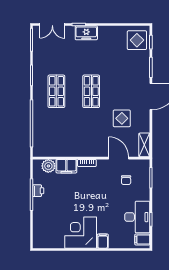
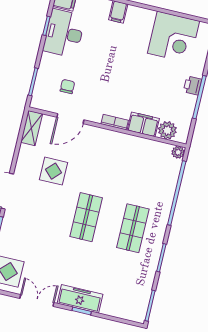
double door: (52, 25) -> (37, 300), moved
freezer: (86, 33) -> (80, 299), width x1.40
plant: (37, 152) -> (178, 152), added
door: (119, 158) -> (70, 119), hinge flipped
printer: (38, 191) -> (193, 86), moved
corner desk: (81, 233) -> (174, 37), moved

